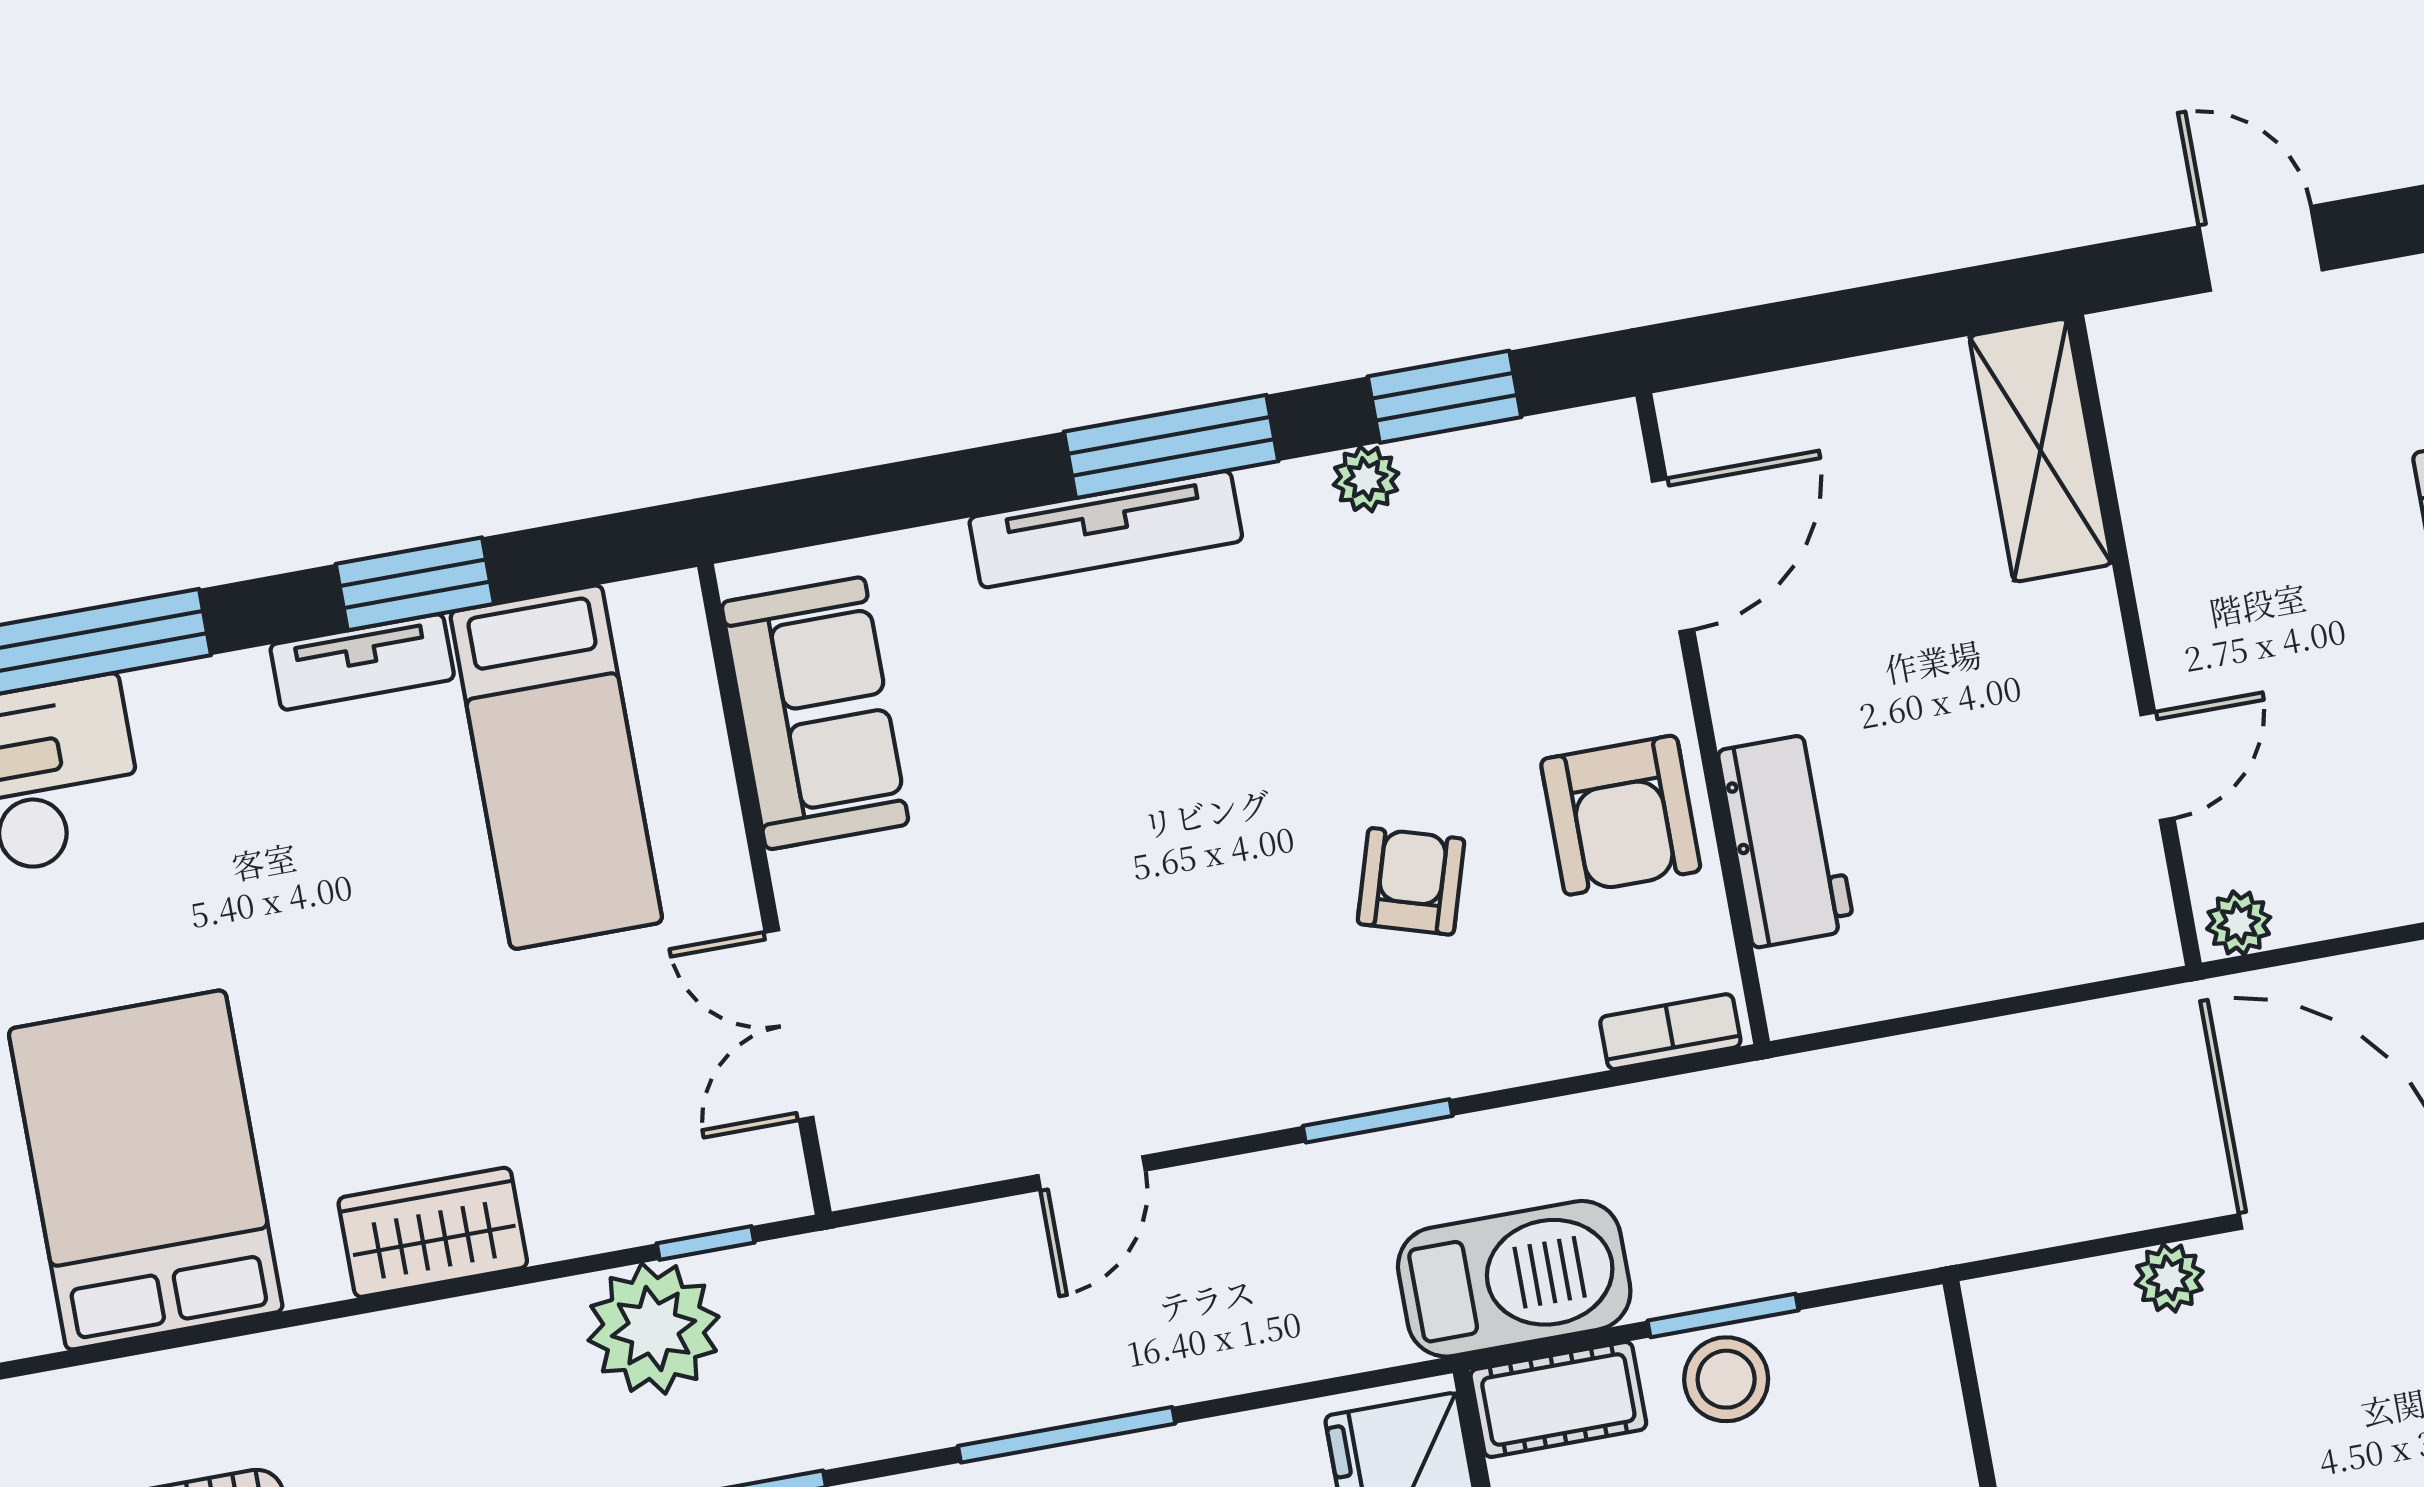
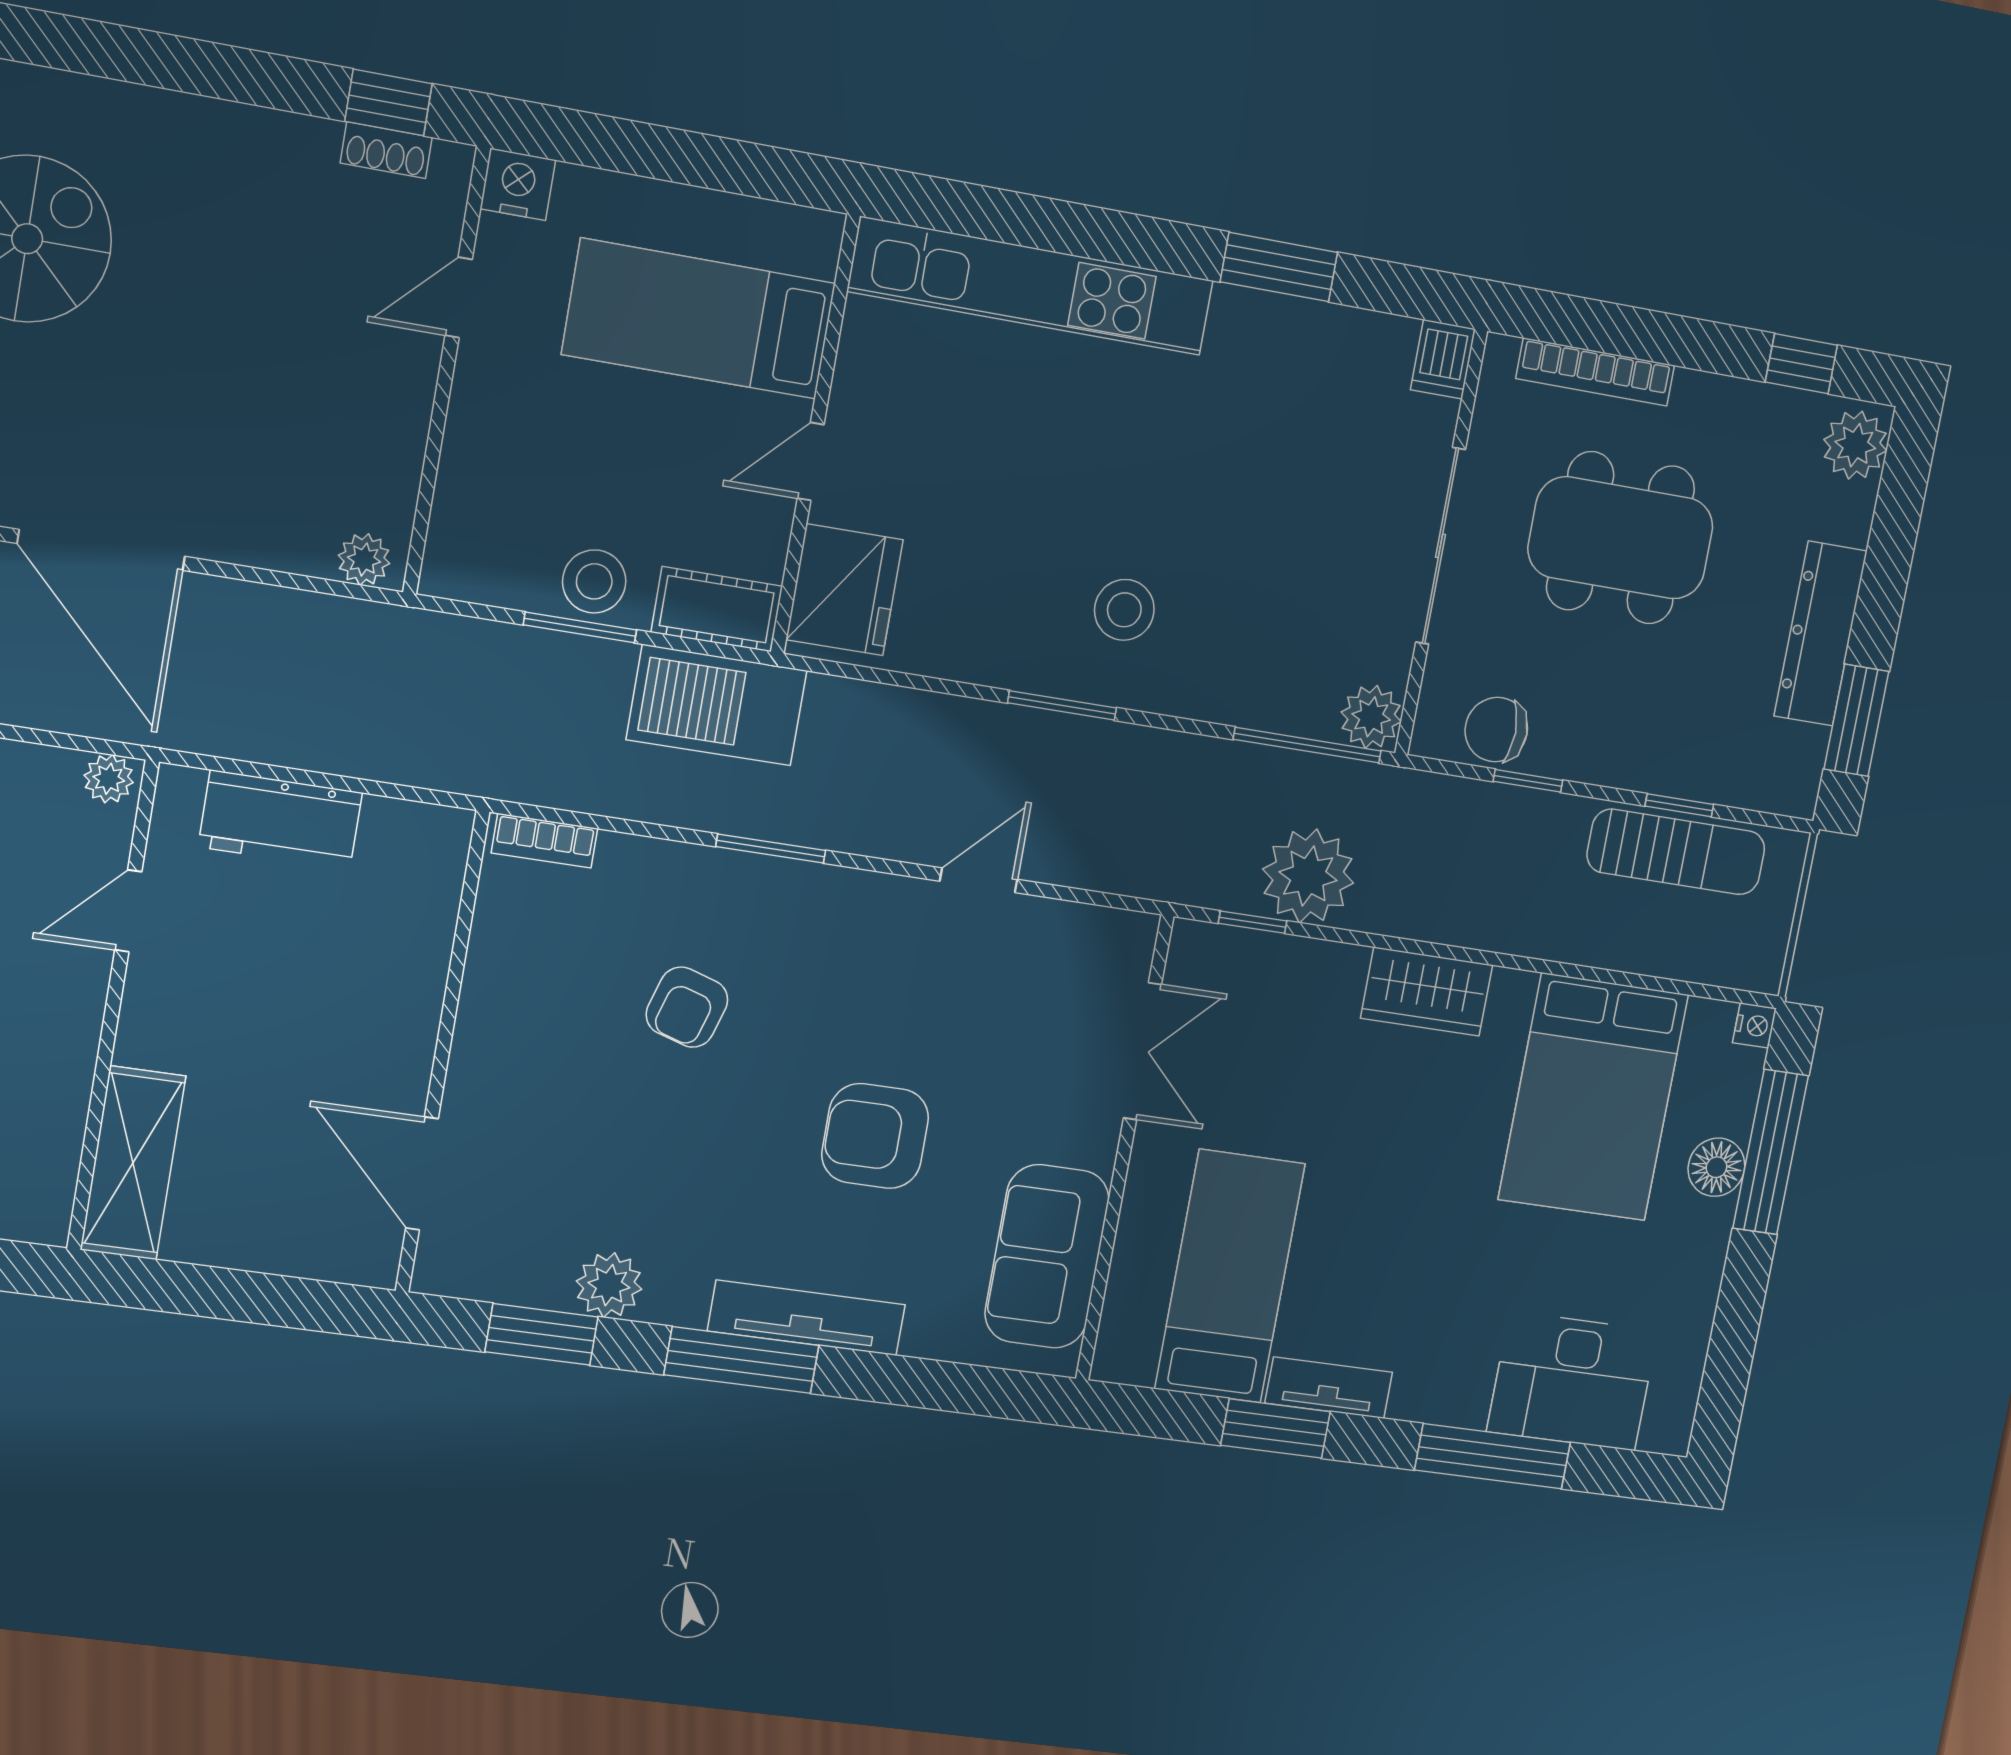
plant: (1366, 479) -> (609, 1285), width x1.38, depth x1.38
door: (1673, 555) -> (422, 1174), hinge flipped
armchair: (1621, 815) -> (875, 1136), moved, turned -90
workbench: (1786, 840) -> (280, 820), moved, turned -90
plant: (2169, 1278) -> (364, 559), moved
window: (1067, 1435) -> (1062, 705), width x0.69

